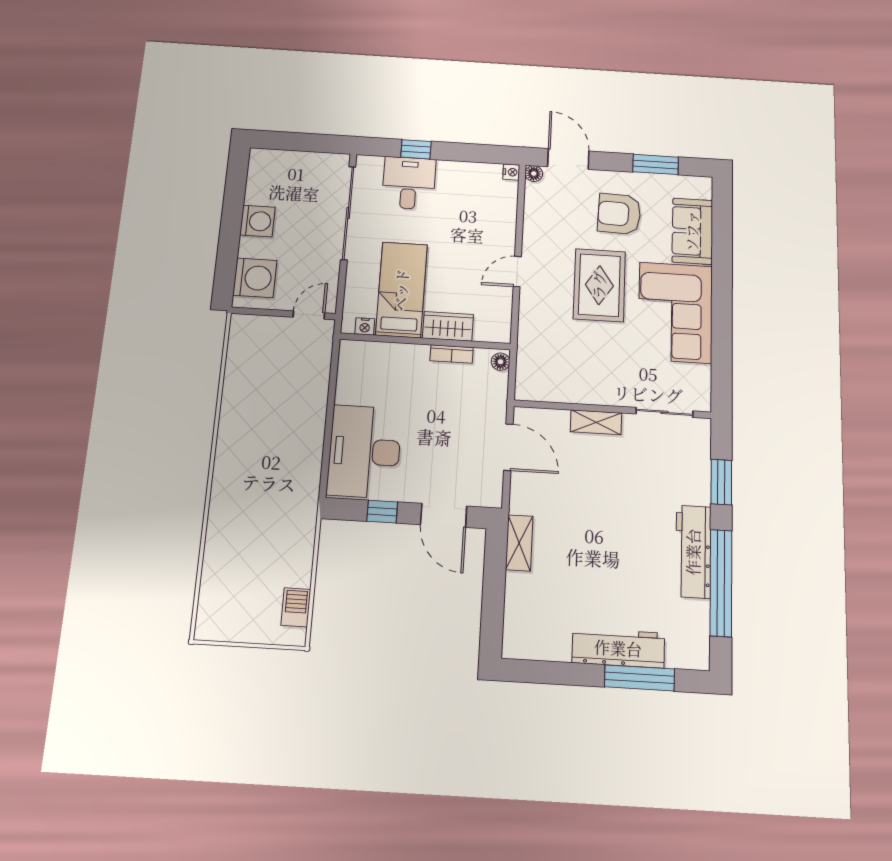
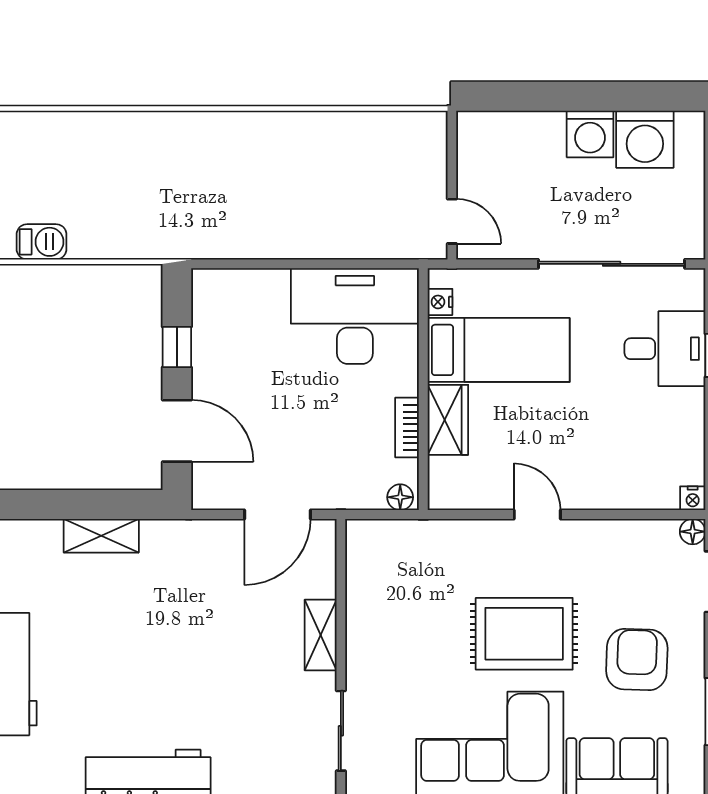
washing machine: (255, 278) -> (645, 139), moved
desk: (364, 452) -> (355, 316), moved
door: (444, 515) -> (177, 431), swing flipped
shelving: (519, 543) -> (101, 536), moved

